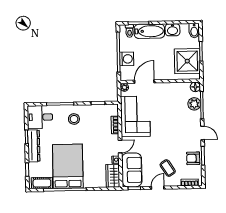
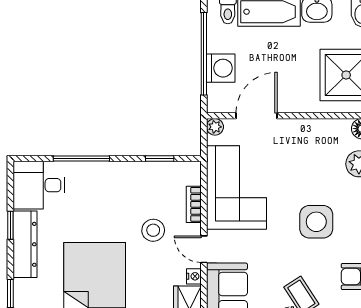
stool: (74, 119) -> (153, 230), moved
side table: (174, 132) -> (316, 222), added
door: (120, 147) -> (204, 249), swing flipped

